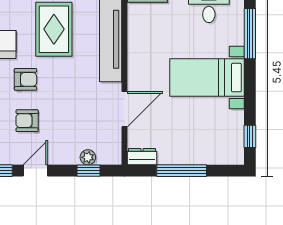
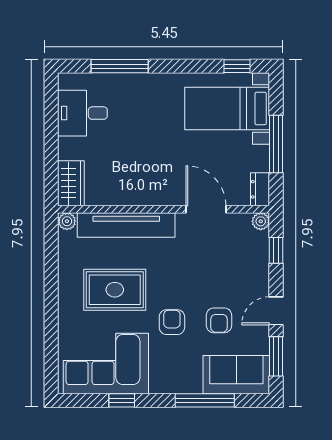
bed with nightstands: (207, 78) -> (227, 109), moved, turned 90
plant: (88, 157) -> (261, 221), moved
door: (35, 171) -> (276, 311), hinge flipped

